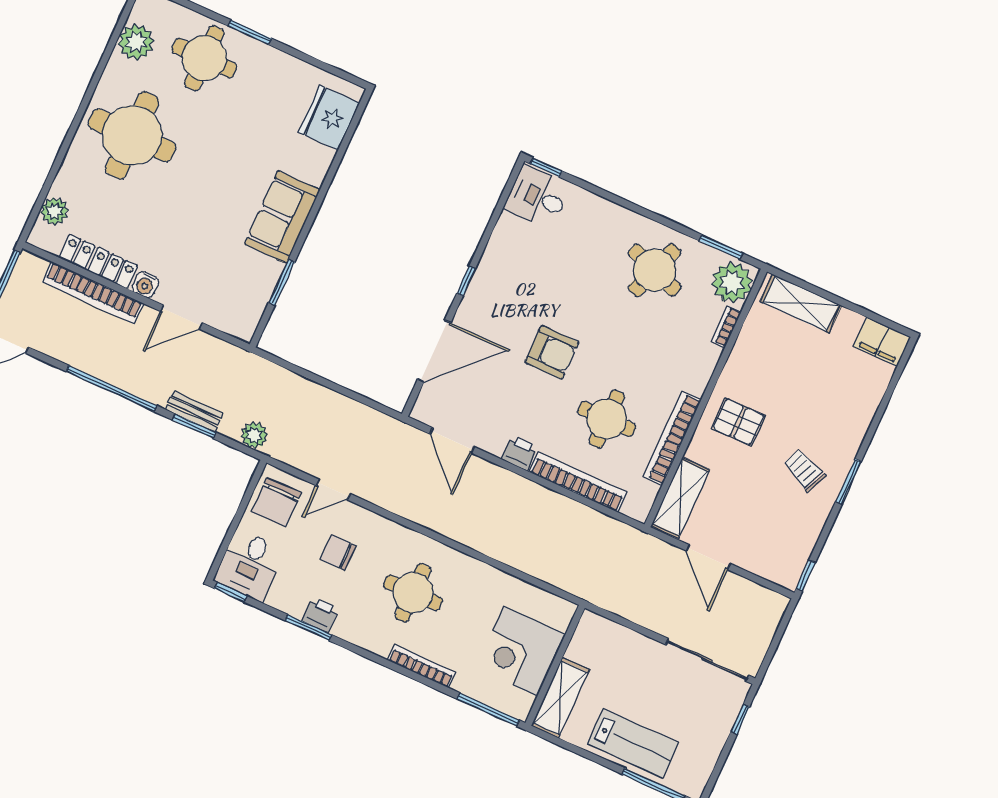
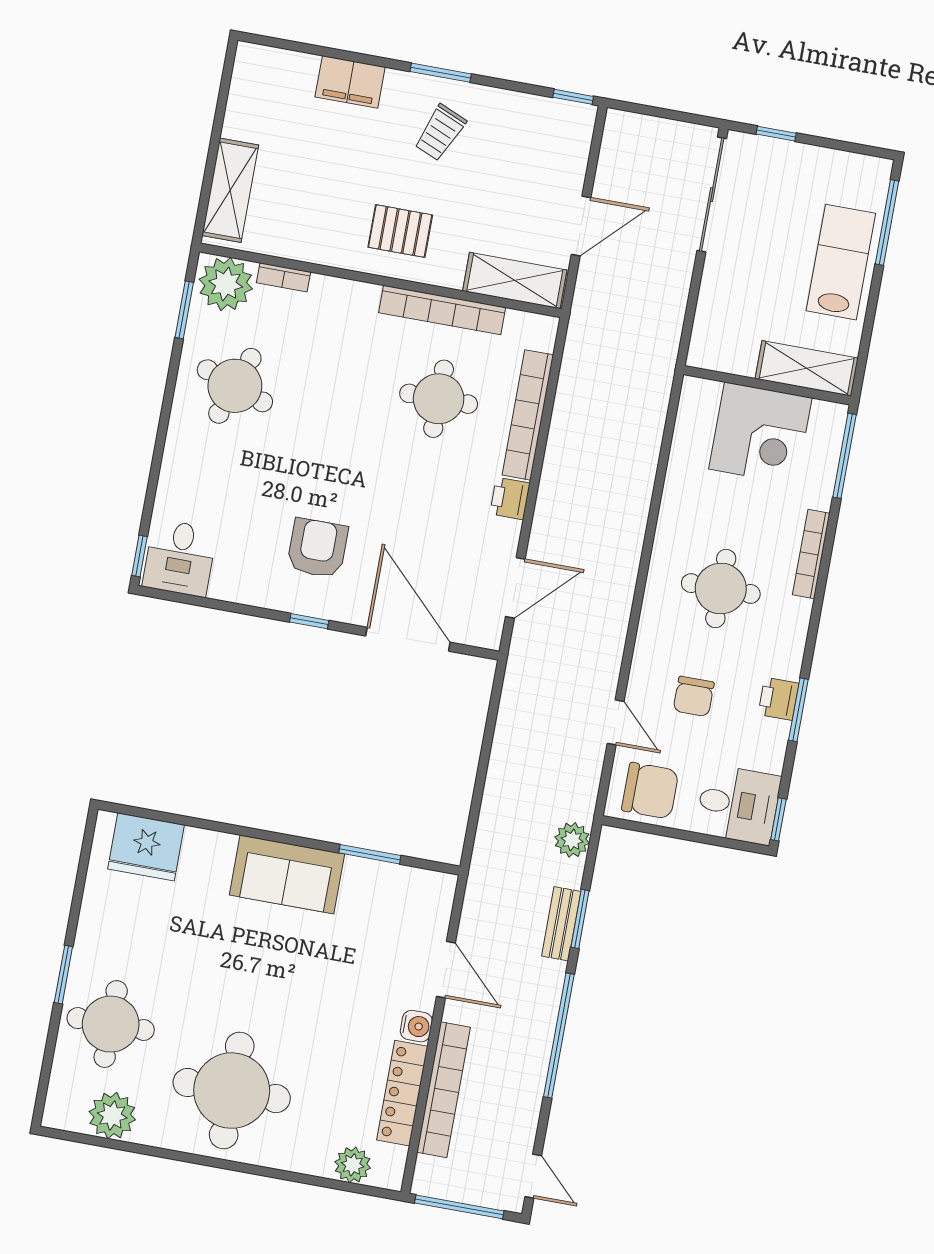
filing cabinet: (882, 342) -> (350, 82), moved, turned 90
armchair: (552, 352) -> (317, 548), moved
pallet: (739, 422) -> (400, 231), turned 90

